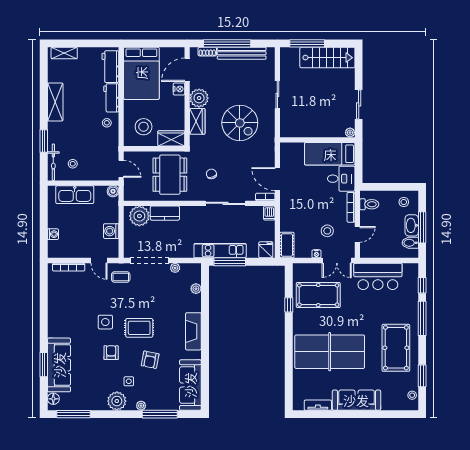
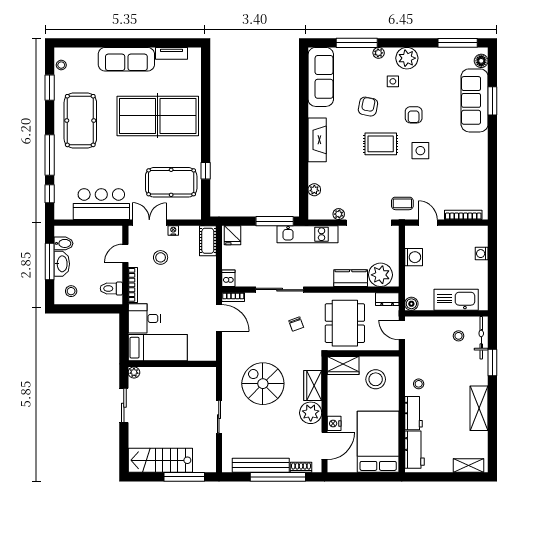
dresser: (134, 195) -> (387, 299), added
kitchen unit: (220, 251) -> (308, 234), moved

